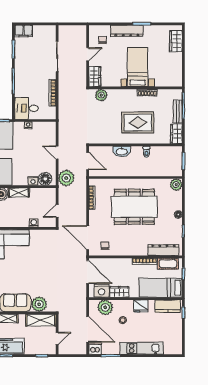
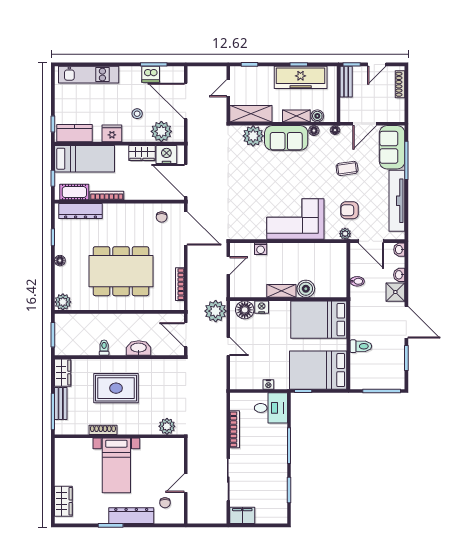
filing cabinet: (23, 31) -> (242, 515), moved
wardrobe: (95, 77) -> (176, 452), removed
kitchen unit: (142, 348) -> (89, 75), moved
dishwasher: (95, 349) -> (151, 74), moved

